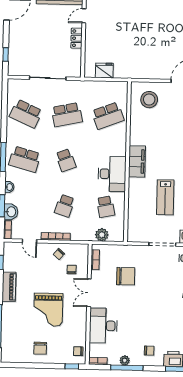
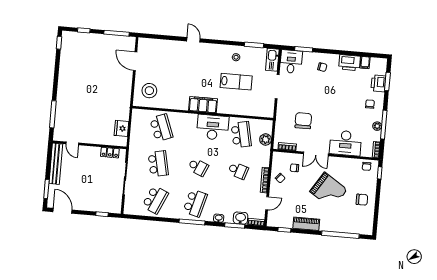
locker: (77, 38) -> (110, 153), moved
school desk: (66, 160) -> (198, 167), turned 45
school desk: (106, 207) -> (241, 135), width x1.85
grand piano: (48, 310) -> (328, 191), turned 33

